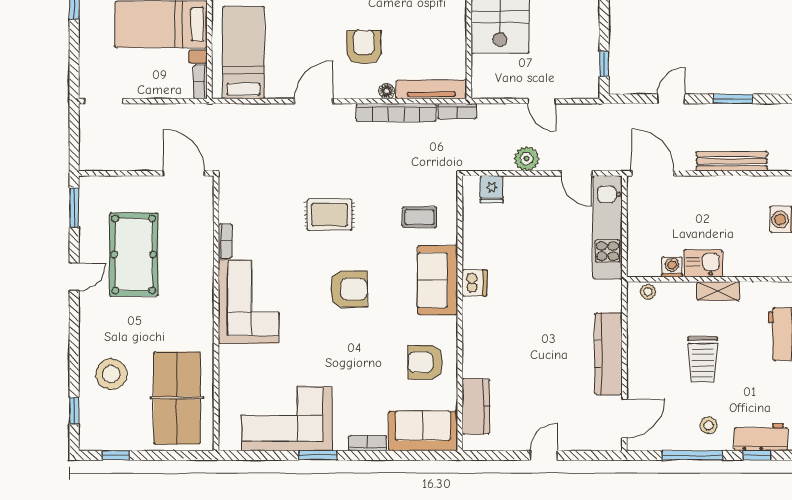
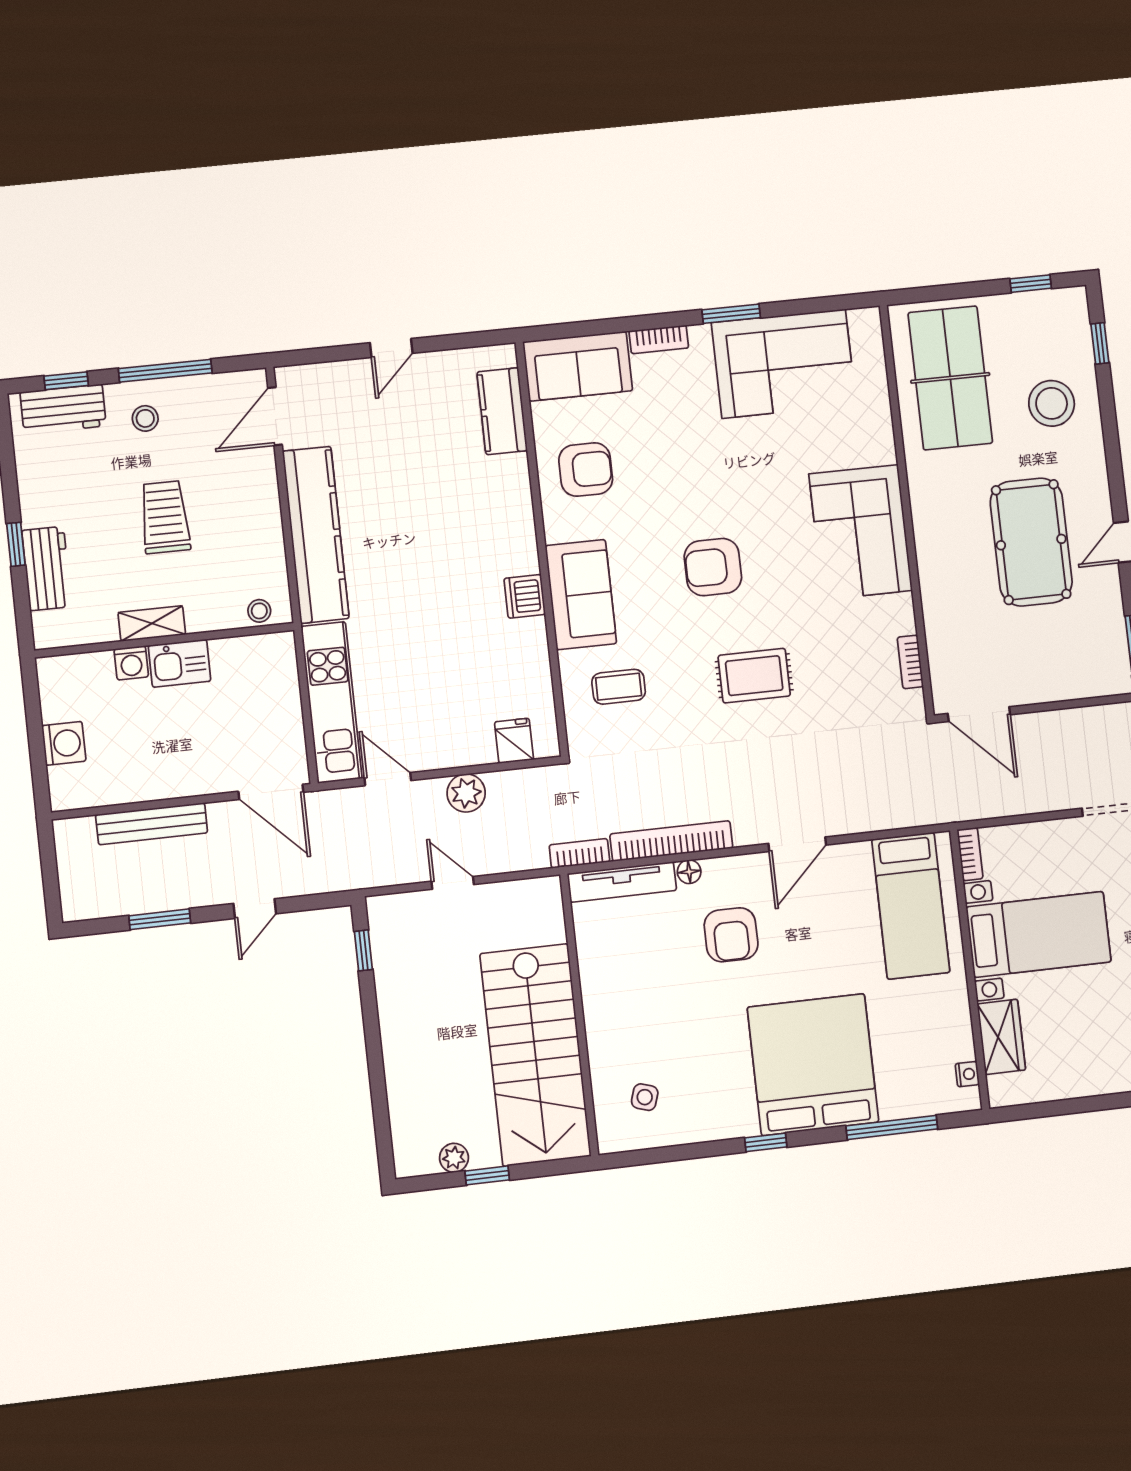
bookcase: (225, 241) -> (910, 662), moved
pool table: (134, 254) -> (1031, 542), moved
washing machine: (672, 267) -> (131, 663), moved
kitchen counter: (608, 354) -> (316, 535), width x1.39, depth x1.17

